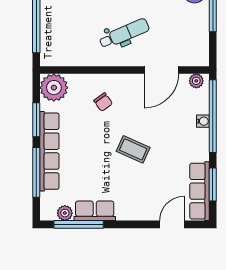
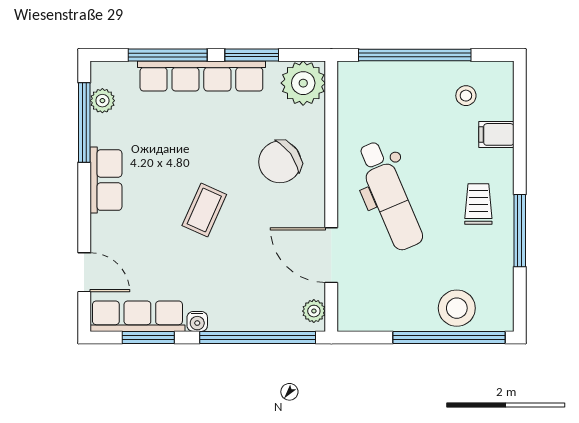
dental chair: (124, 34) -> (390, 196), width x1.36, depth x1.38
chair: (103, 102) -> (280, 162), width x1.87, depth x1.87
water cooler: (203, 121) -> (197, 321), moved
row of seats: (95, 211) -> (106, 180), moved

